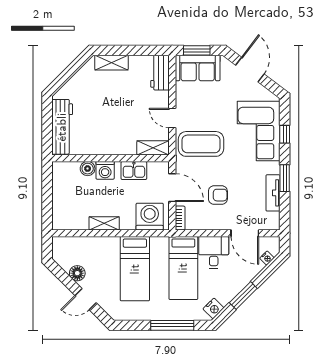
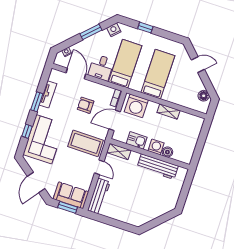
shelving: (111, 63) -> (128, 218), removed
workbench: (160, 73) -> (99, 196), width x1.38
workbench: (62, 127) -> (158, 167), moved, turned -90
door: (172, 188) -> (115, 120), hinge flipped
floor lamp: (77, 273) -> (204, 96), moved
window: (172, 325) -> (145, 28), width x0.46

